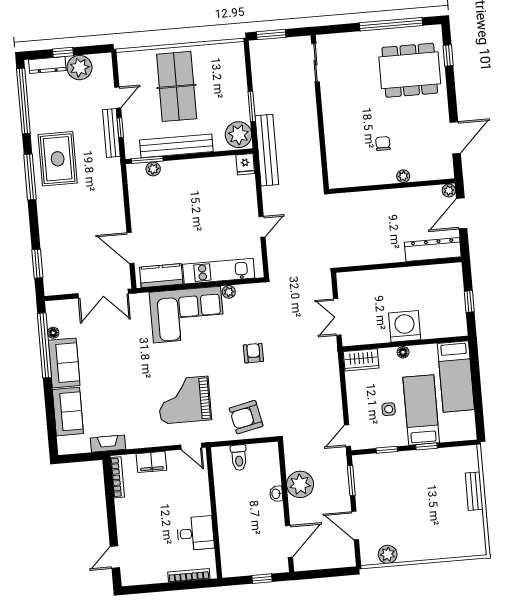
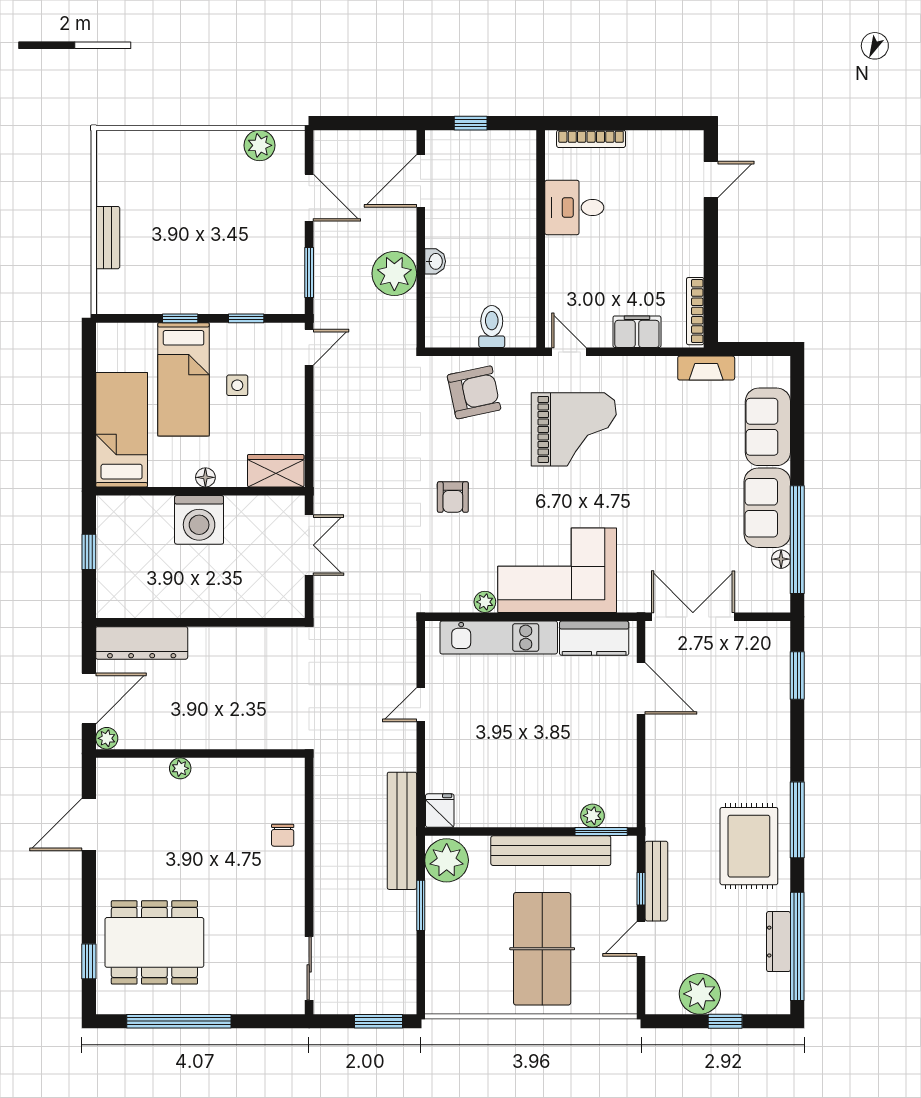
dresser: (47, 65) -> (778, 942), moved, turned -90
chair: (383, 144) -> (283, 835), moved

